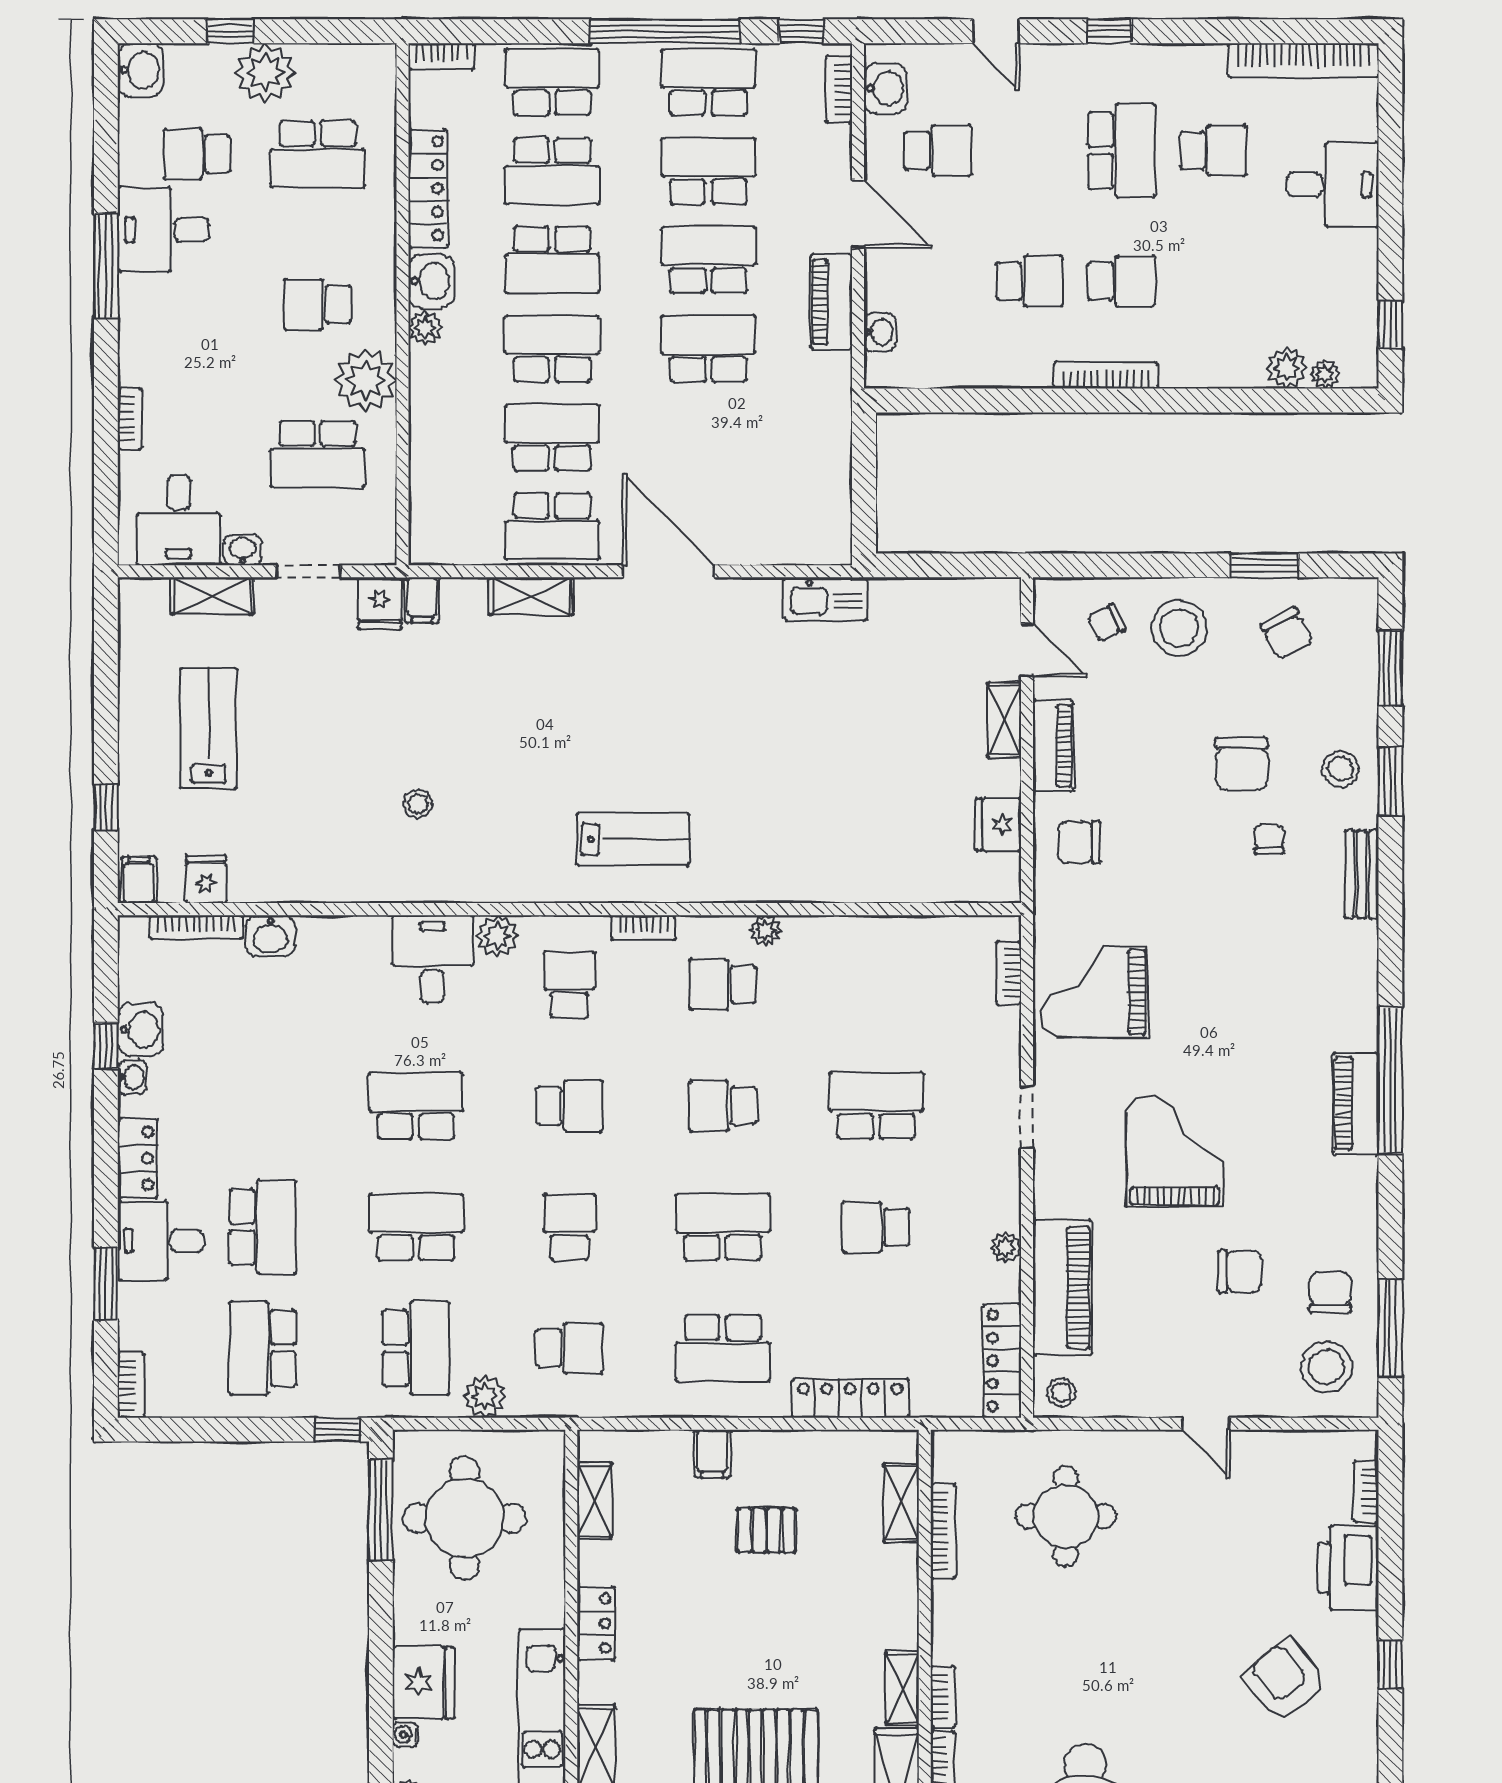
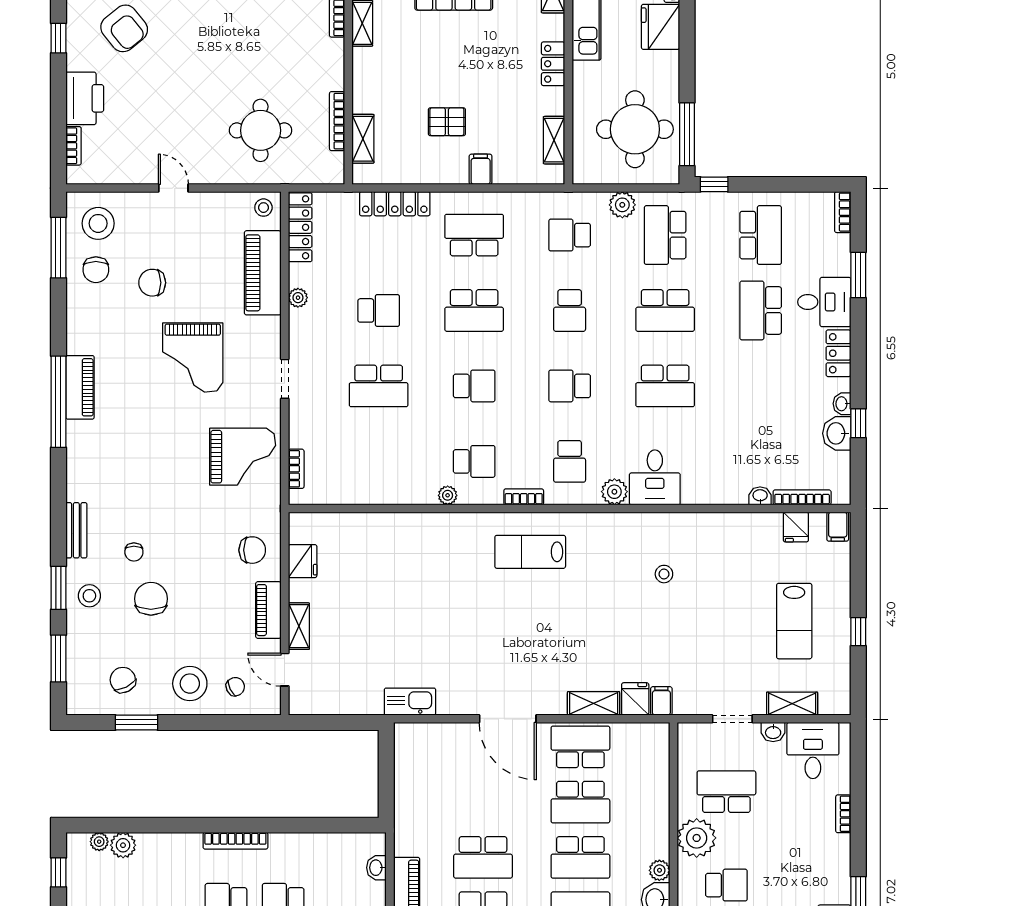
fridge: (380, 603) -> (635, 699), moved
window: (106, 807) -> (858, 632), moved
washbasin: (270, 936) -> (760, 496), width x0.72, depth x0.69

